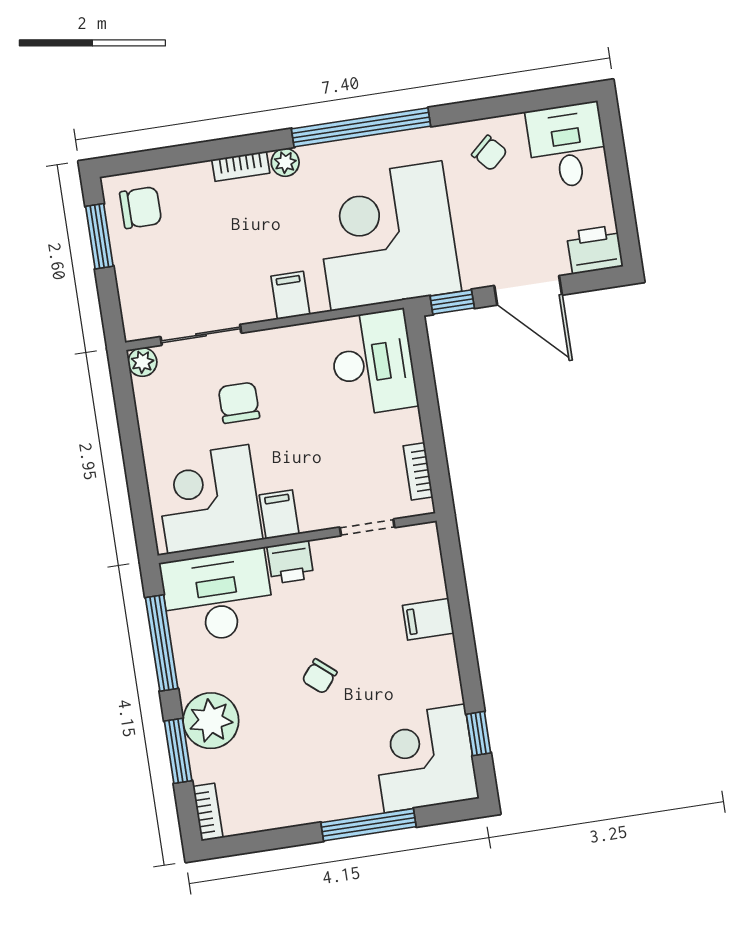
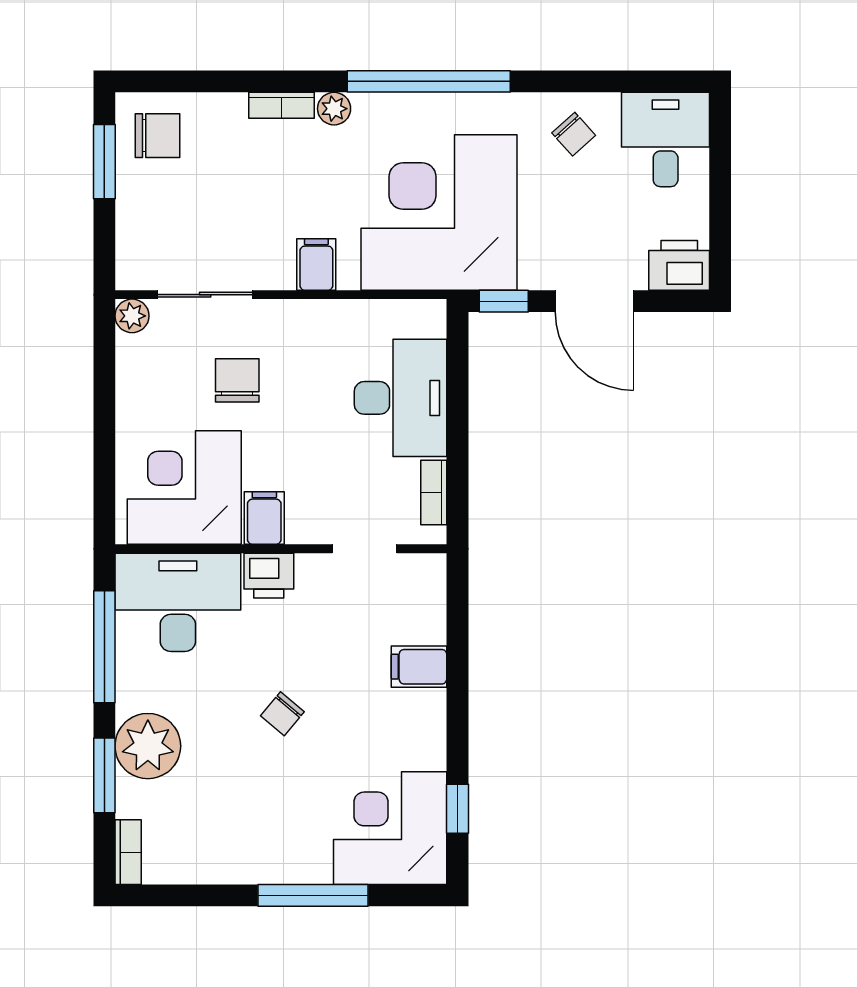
desk: (373, 363) -> (401, 398), moved

